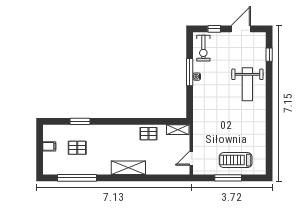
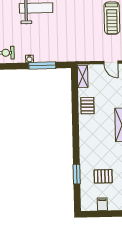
window: (190, 72) -> (42, 65), moved
pallet: (77, 148) -> (103, 176), turned 90

